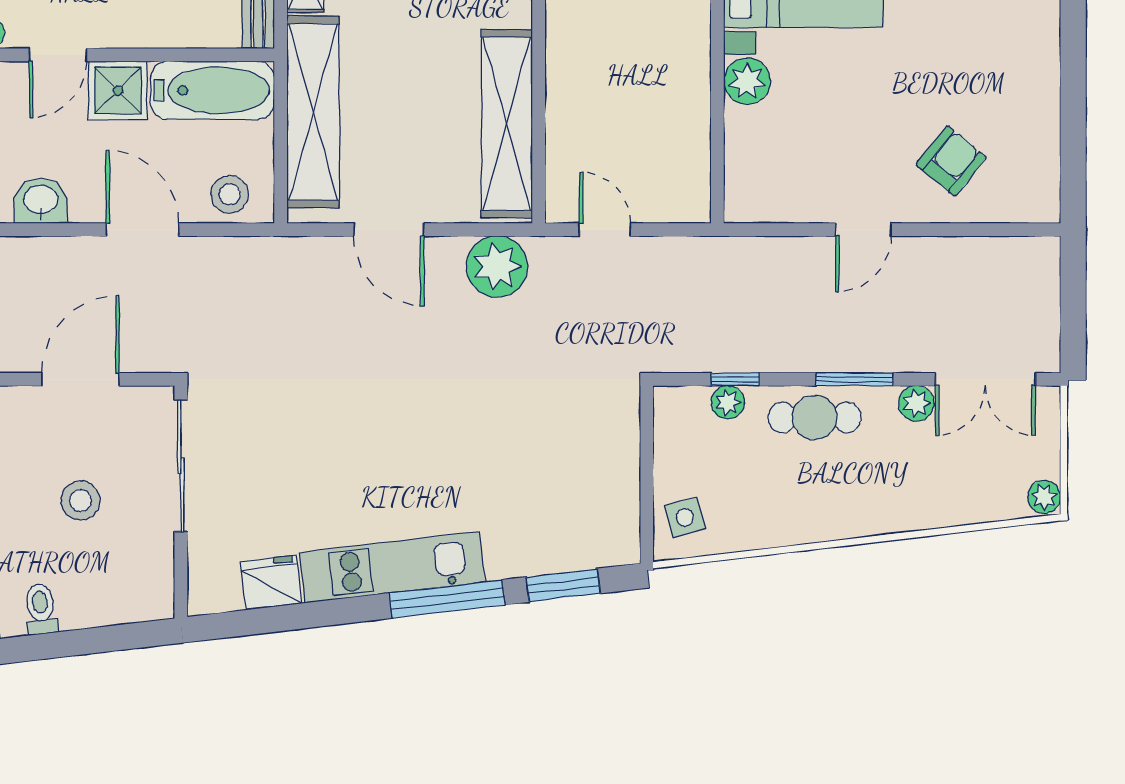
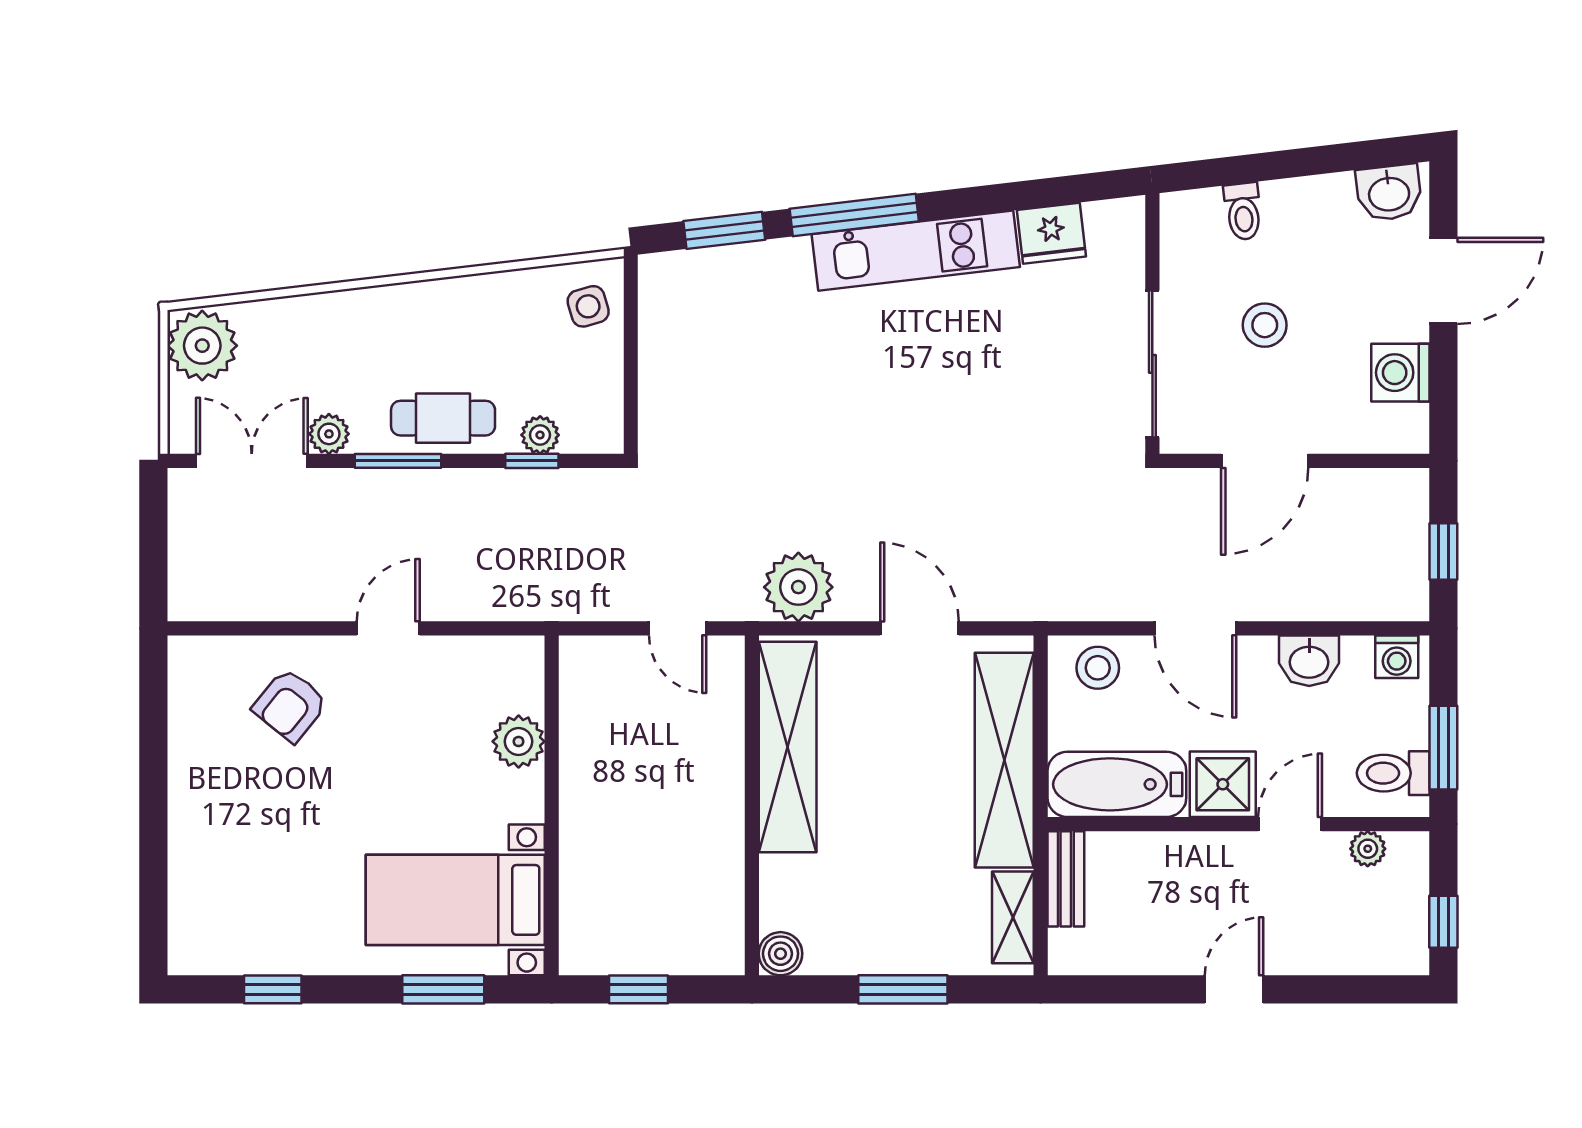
plant: (747, 81) -> (519, 741), moved
plant: (1044, 497) -> (202, 346), width x1.88, depth x1.88
toilet: (41, 609) -> (1243, 211), moved

